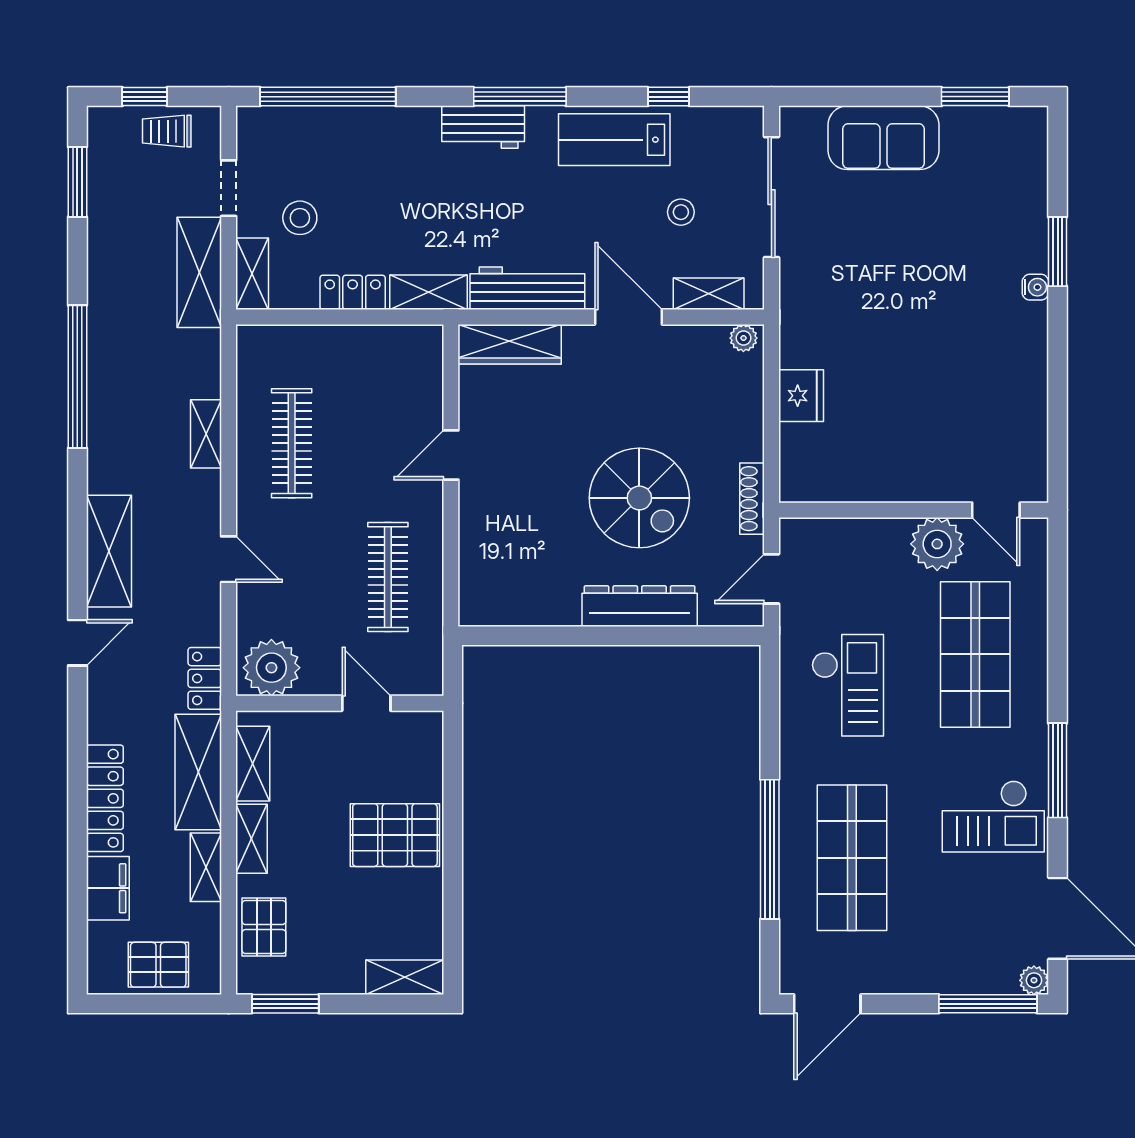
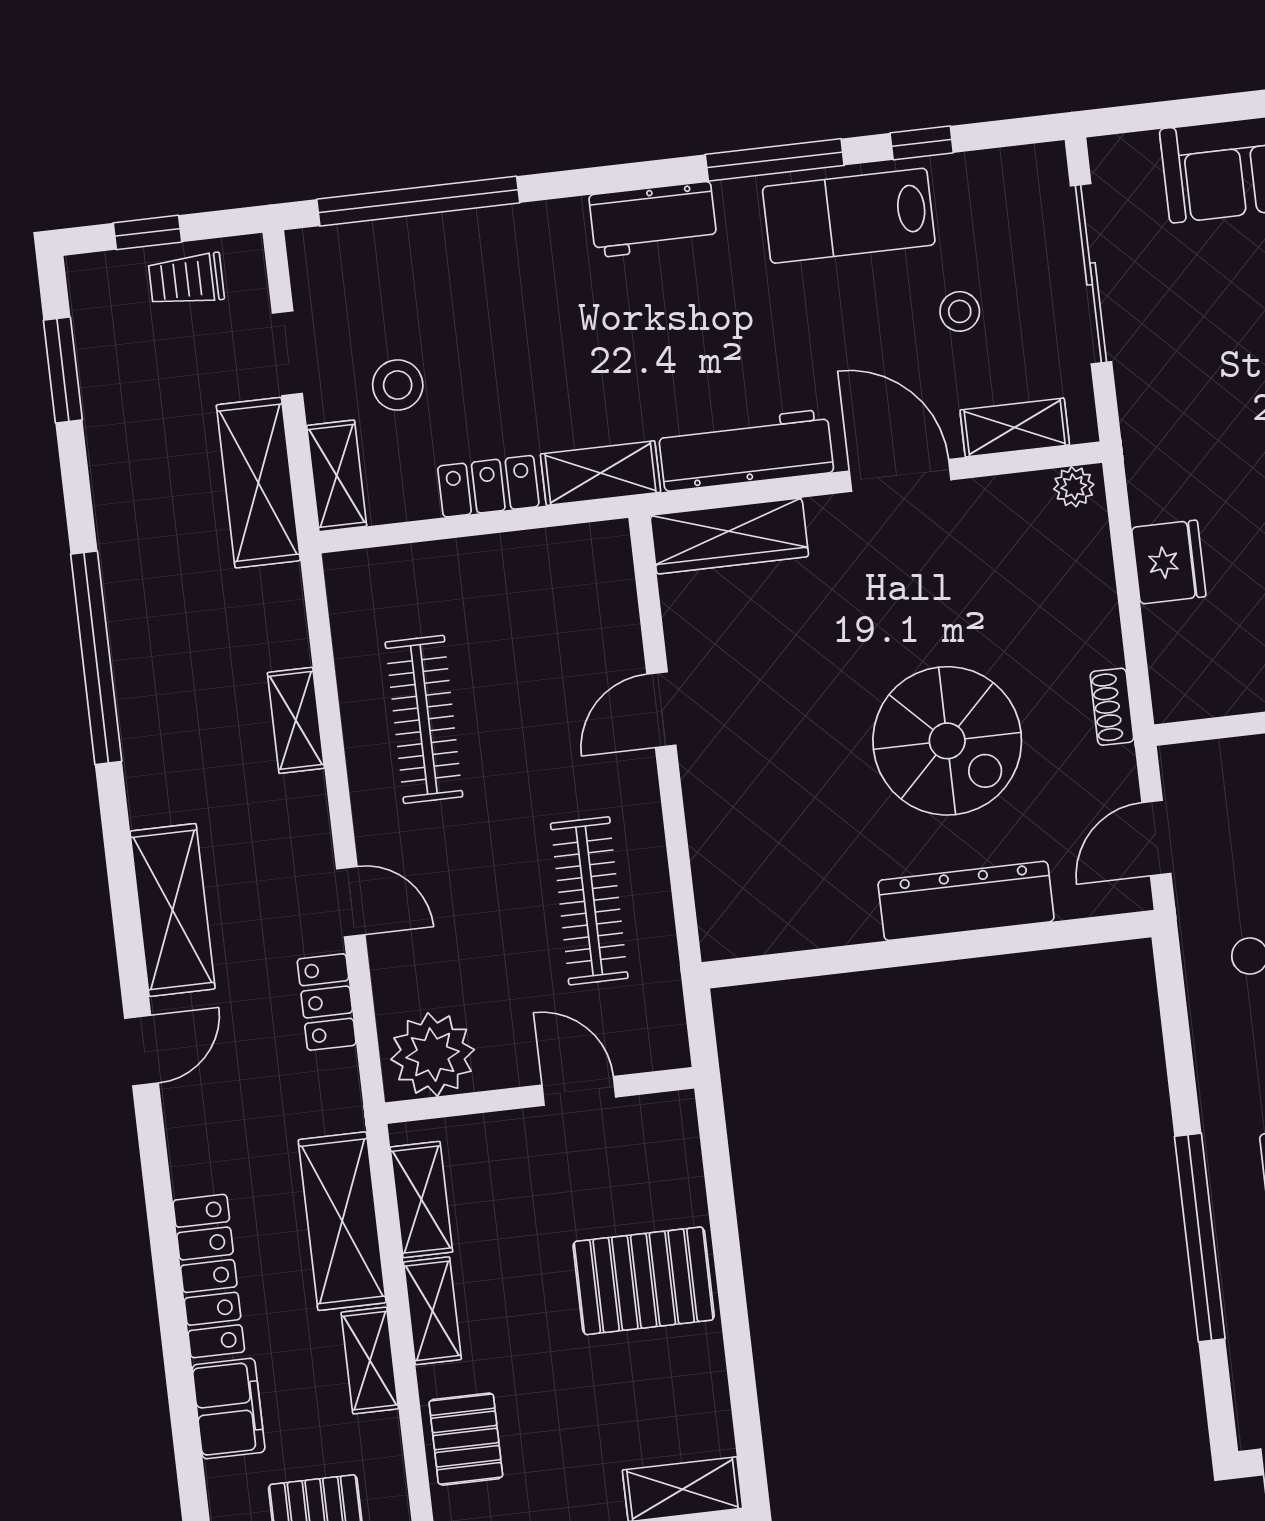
window: (520, 97) -> (775, 160), moved
shoe rack: (752, 499) -> (1112, 707), width x0.70
locker: (205, 678) -> (327, 1002), moved

